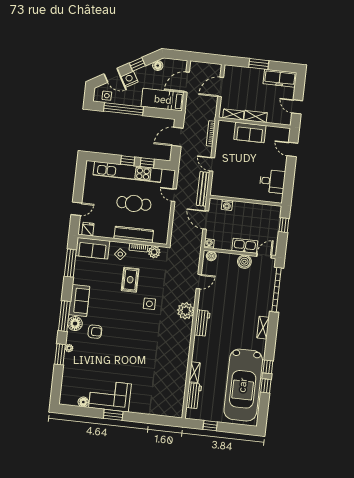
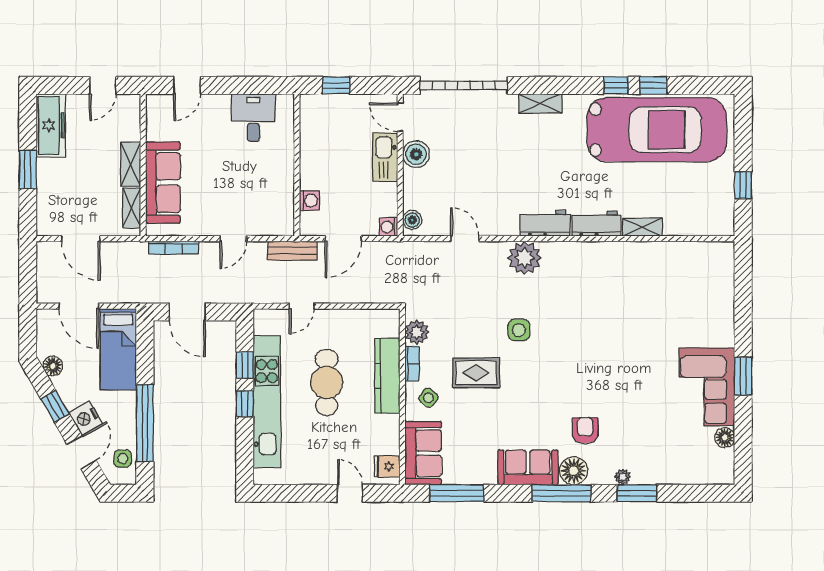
sofa: (250, 132) -> (163, 183), width x1.36
bench: (203, 189) -> (292, 251), width x0.73
workbench: (194, 396) -> (596, 224), moved

